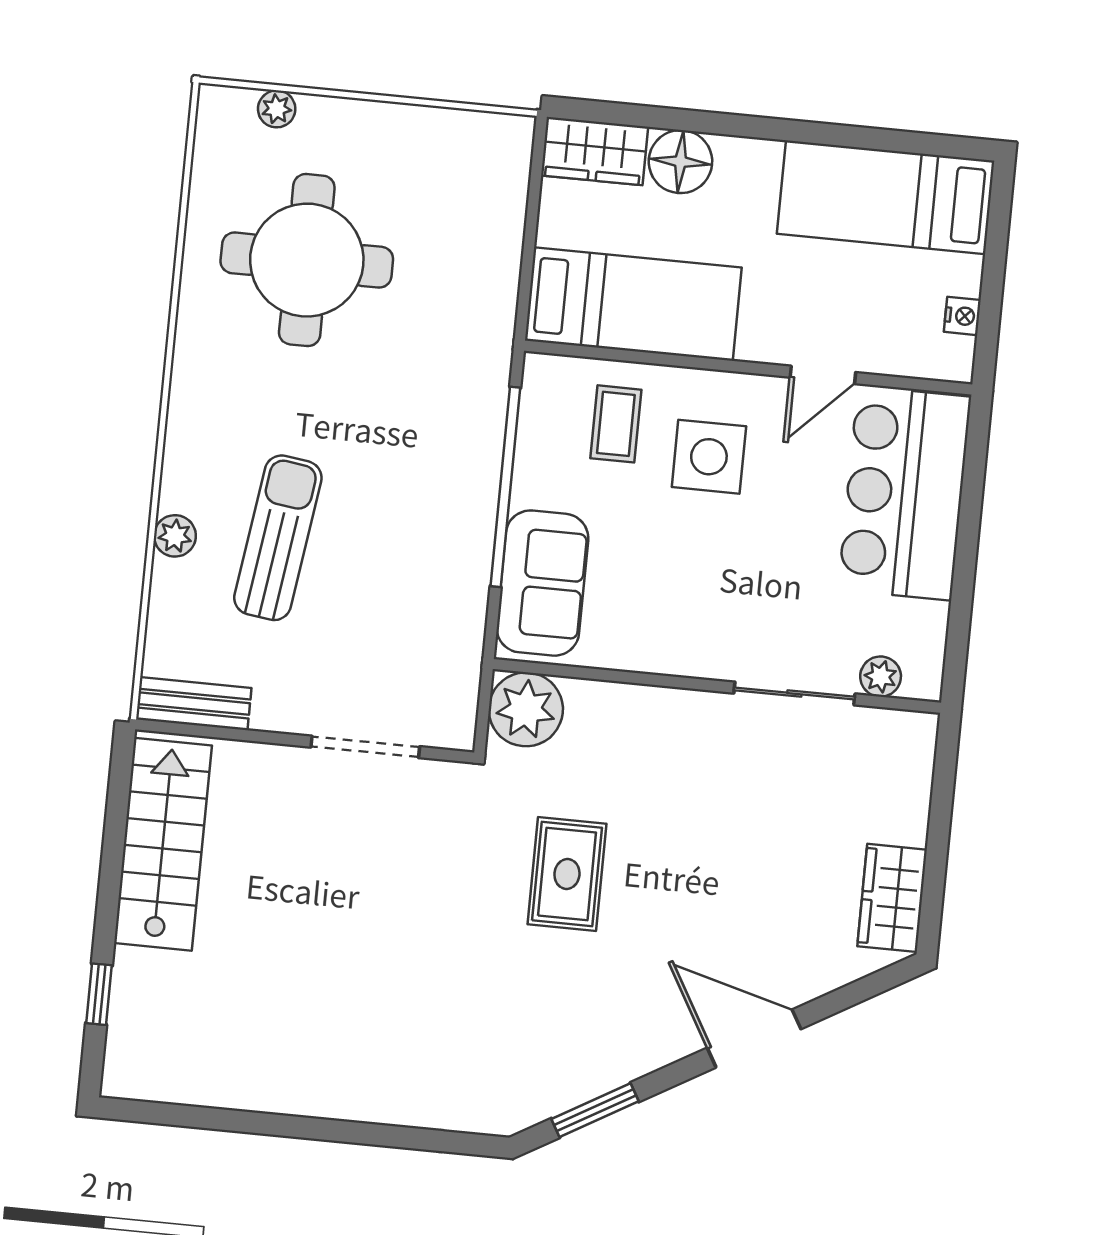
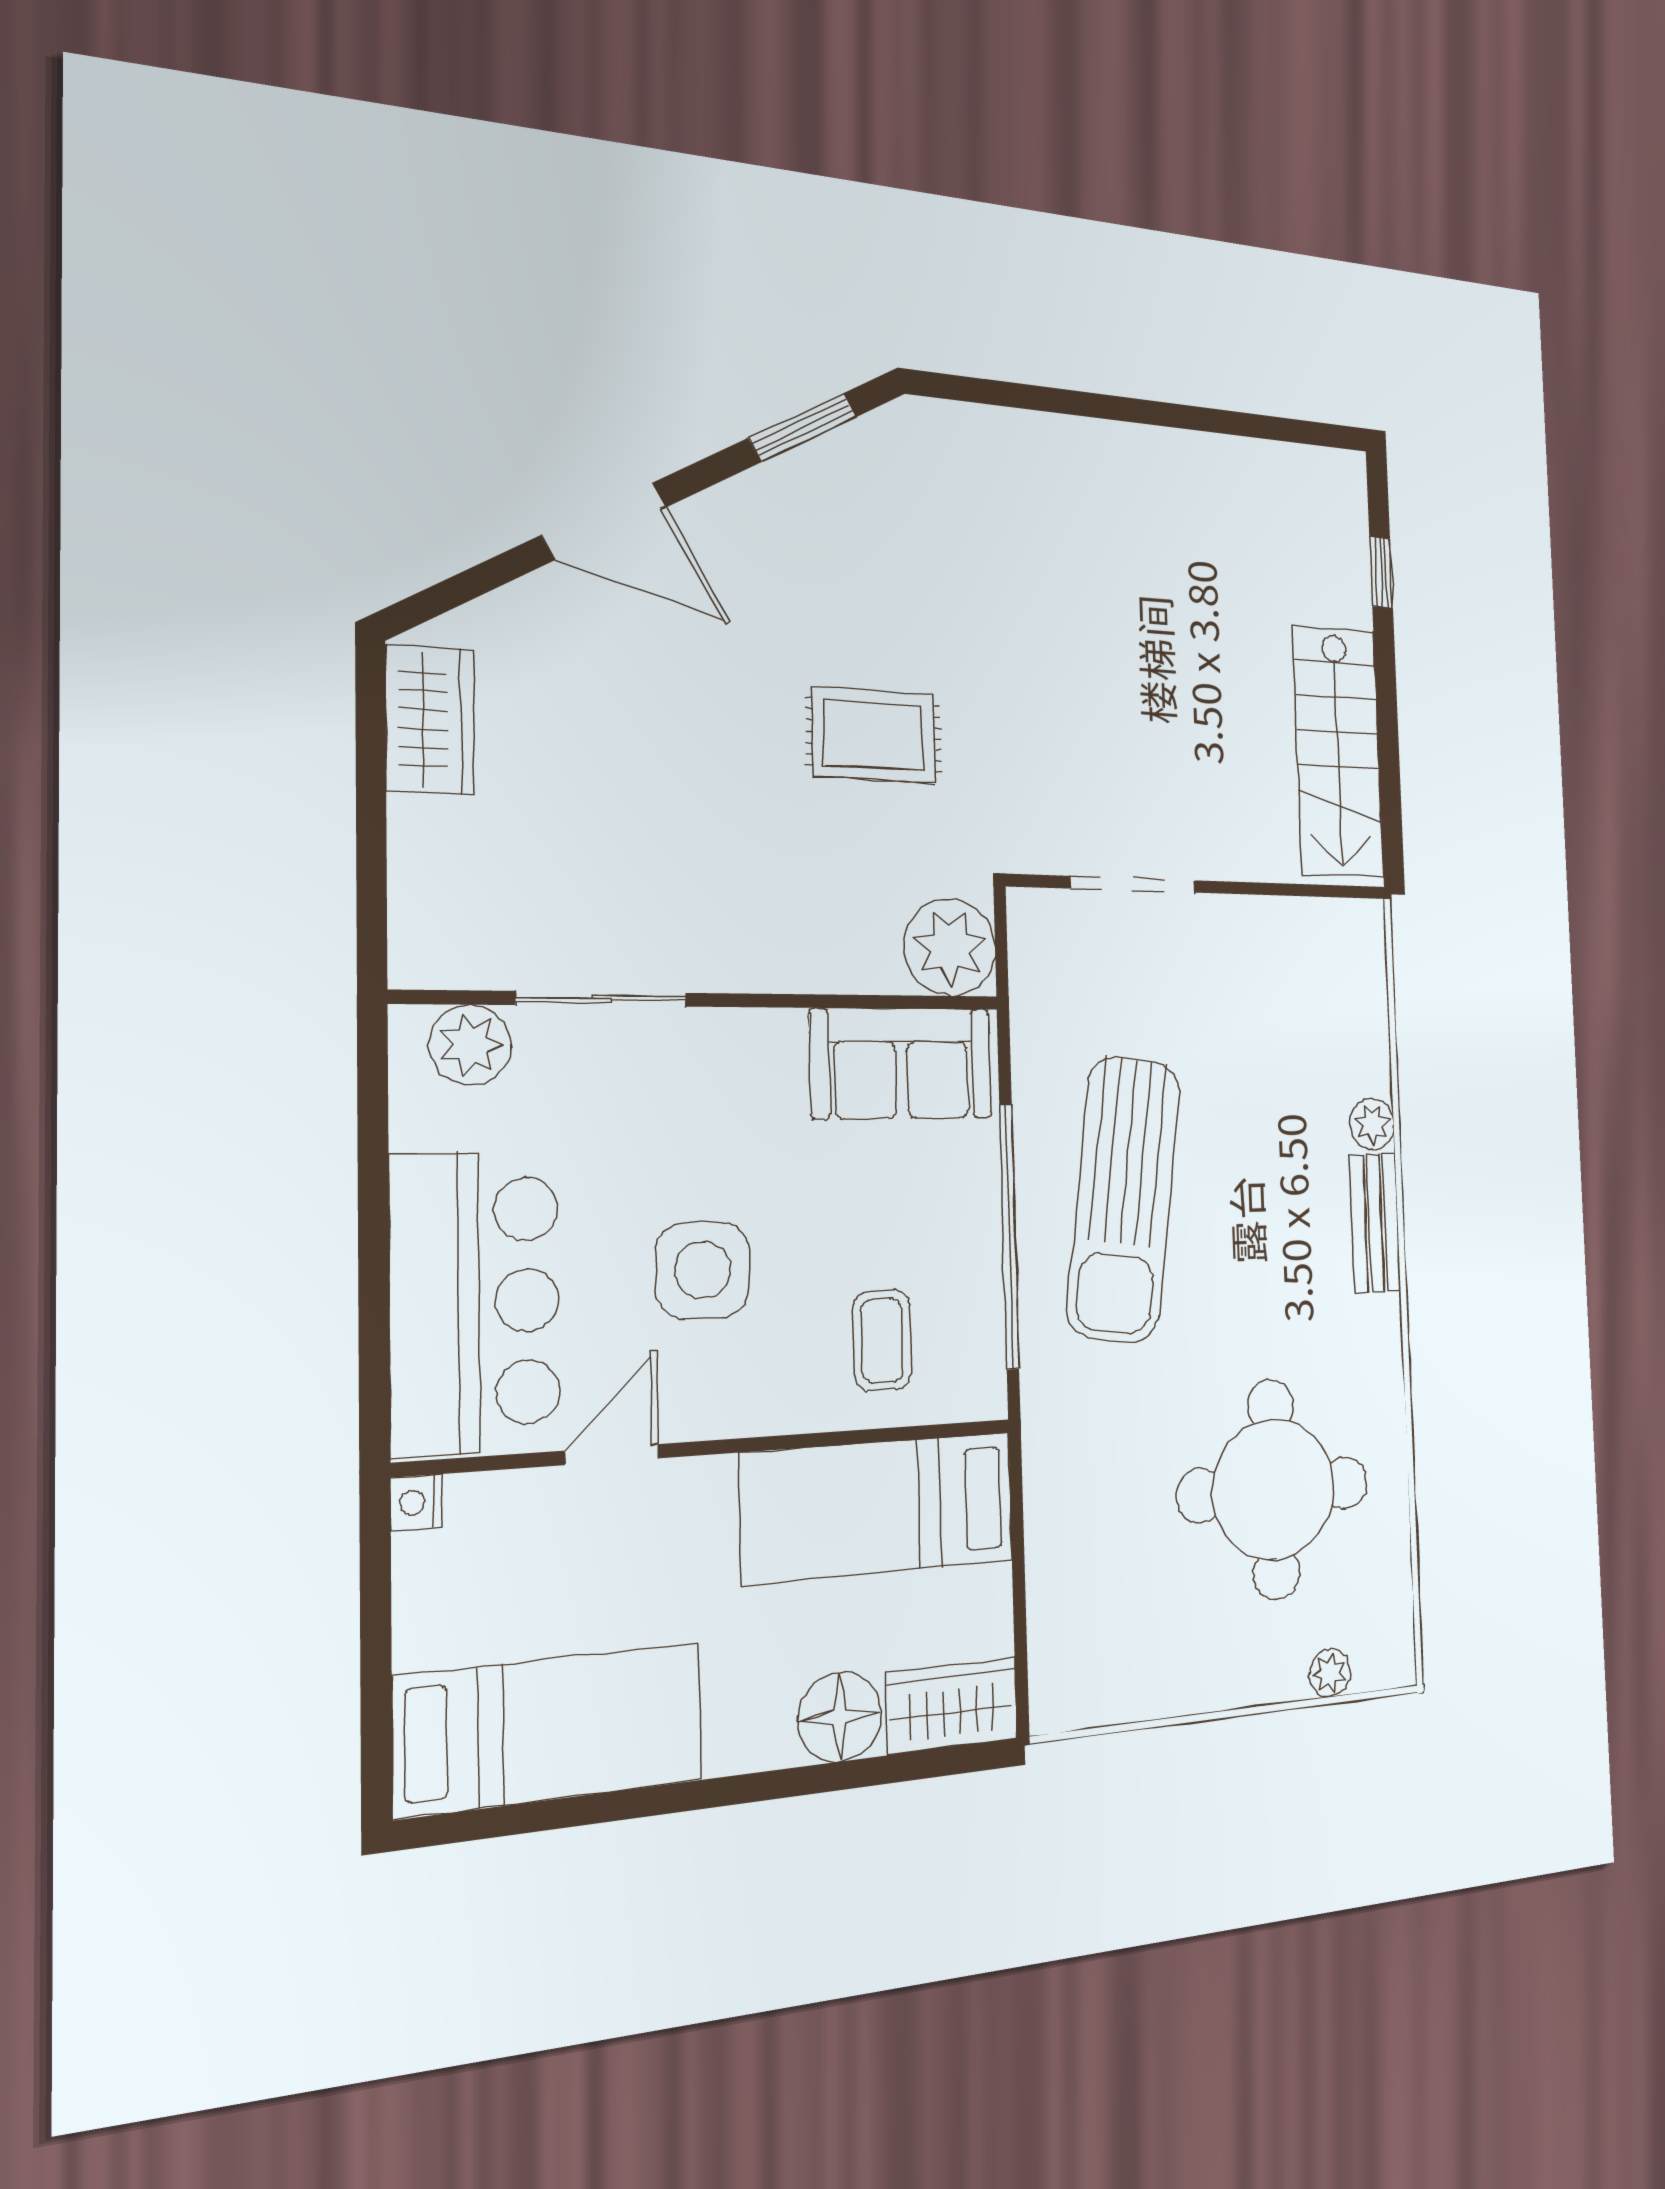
nightstand: (962, 316) -> (416, 1503), moved
side table: (709, 457) -> (703, 1270), moved
sun lounger: (278, 538) -> (1124, 1199), moved, width x1.36, depth x1.34
sofa: (542, 583) -> (901, 1064), moved, turned -90
plant: (881, 677) -> (470, 1045), width x1.38, depth x1.38
bench: (194, 704) -> (1375, 1223), moved, turned 90
rug: (567, 874) -> (874, 735), turned 90

